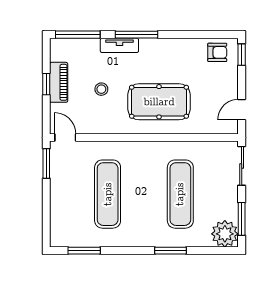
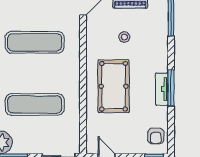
window: (137, 35) -> (171, 88), moved
tv unit: (119, 45) -> (162, 89), moved

